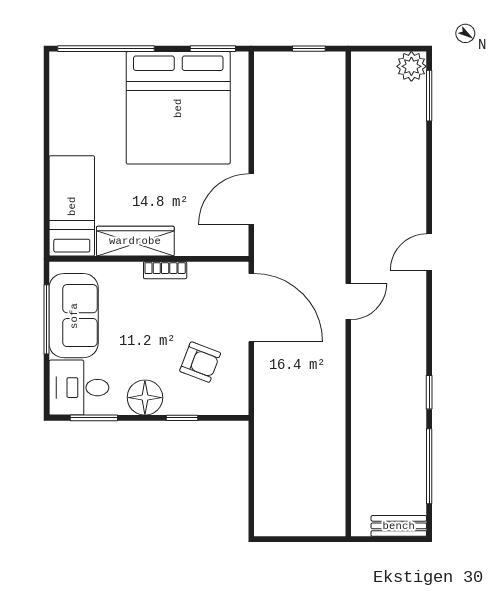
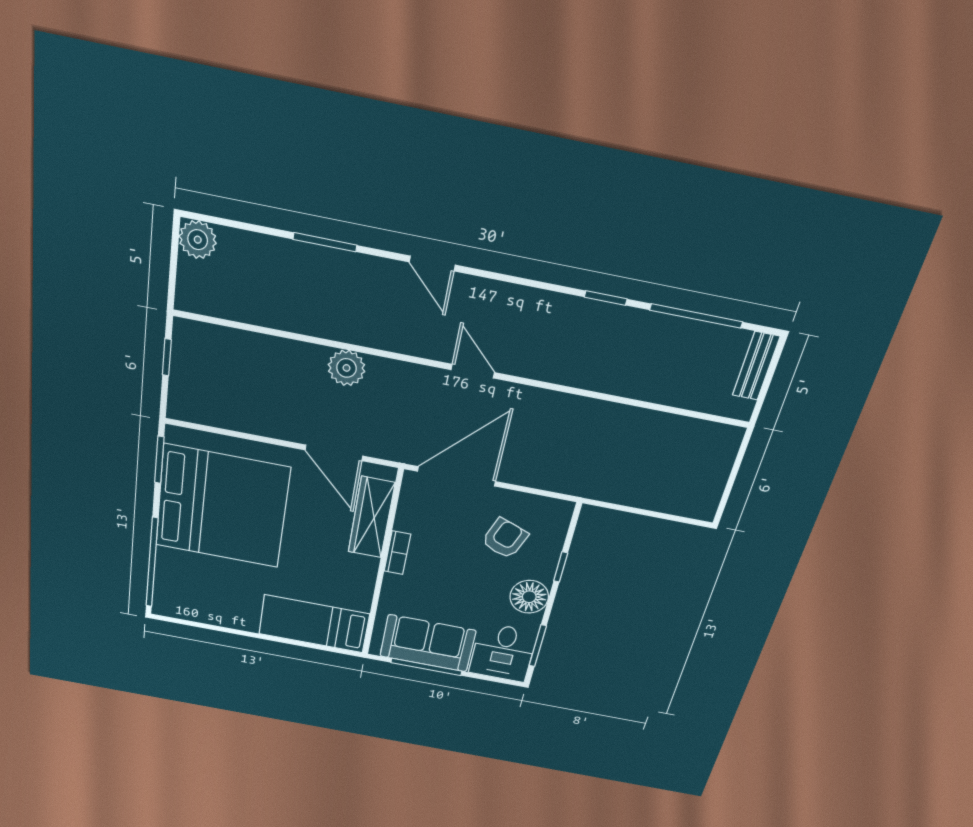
window: (429, 96) -> (325, 242), moved
plant: (330, 198) -> (347, 368), added
wardrobe: (135, 241) -> (371, 517), moved

